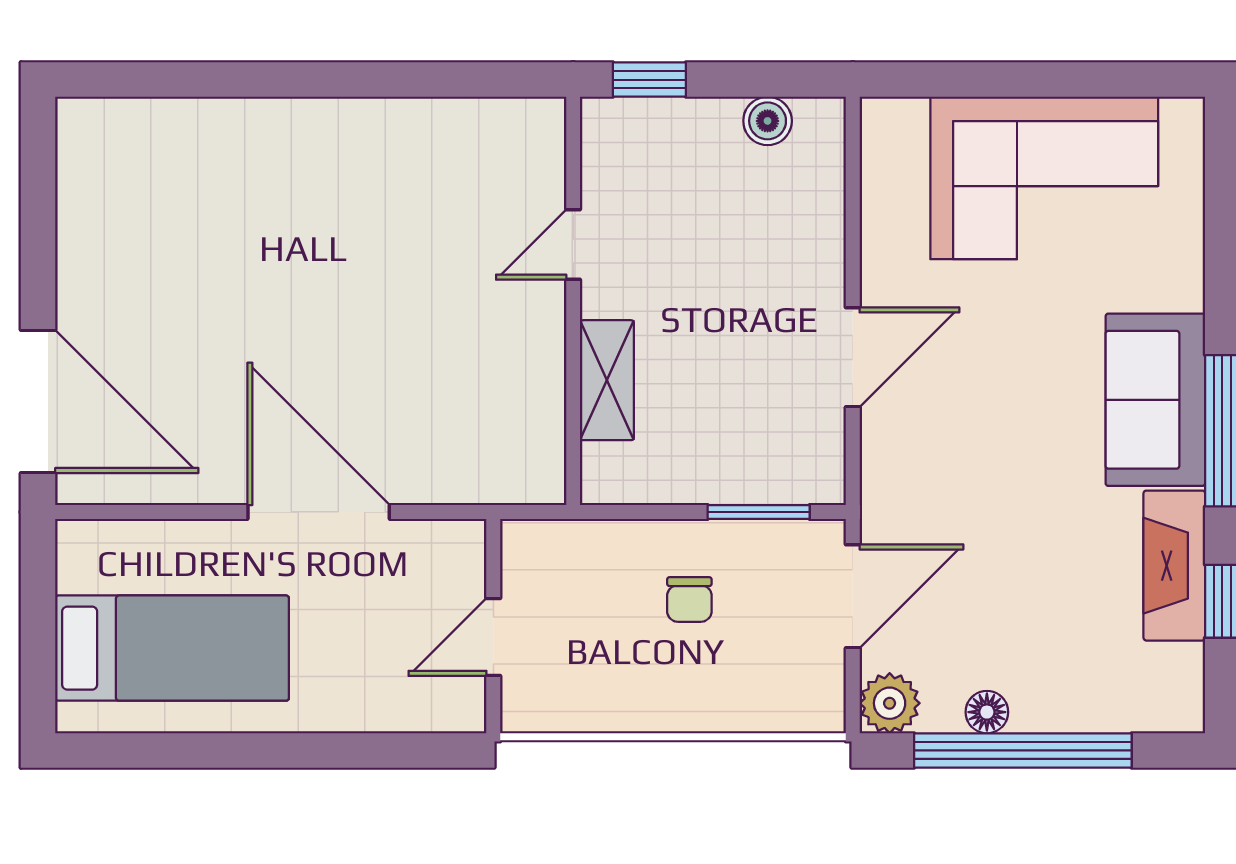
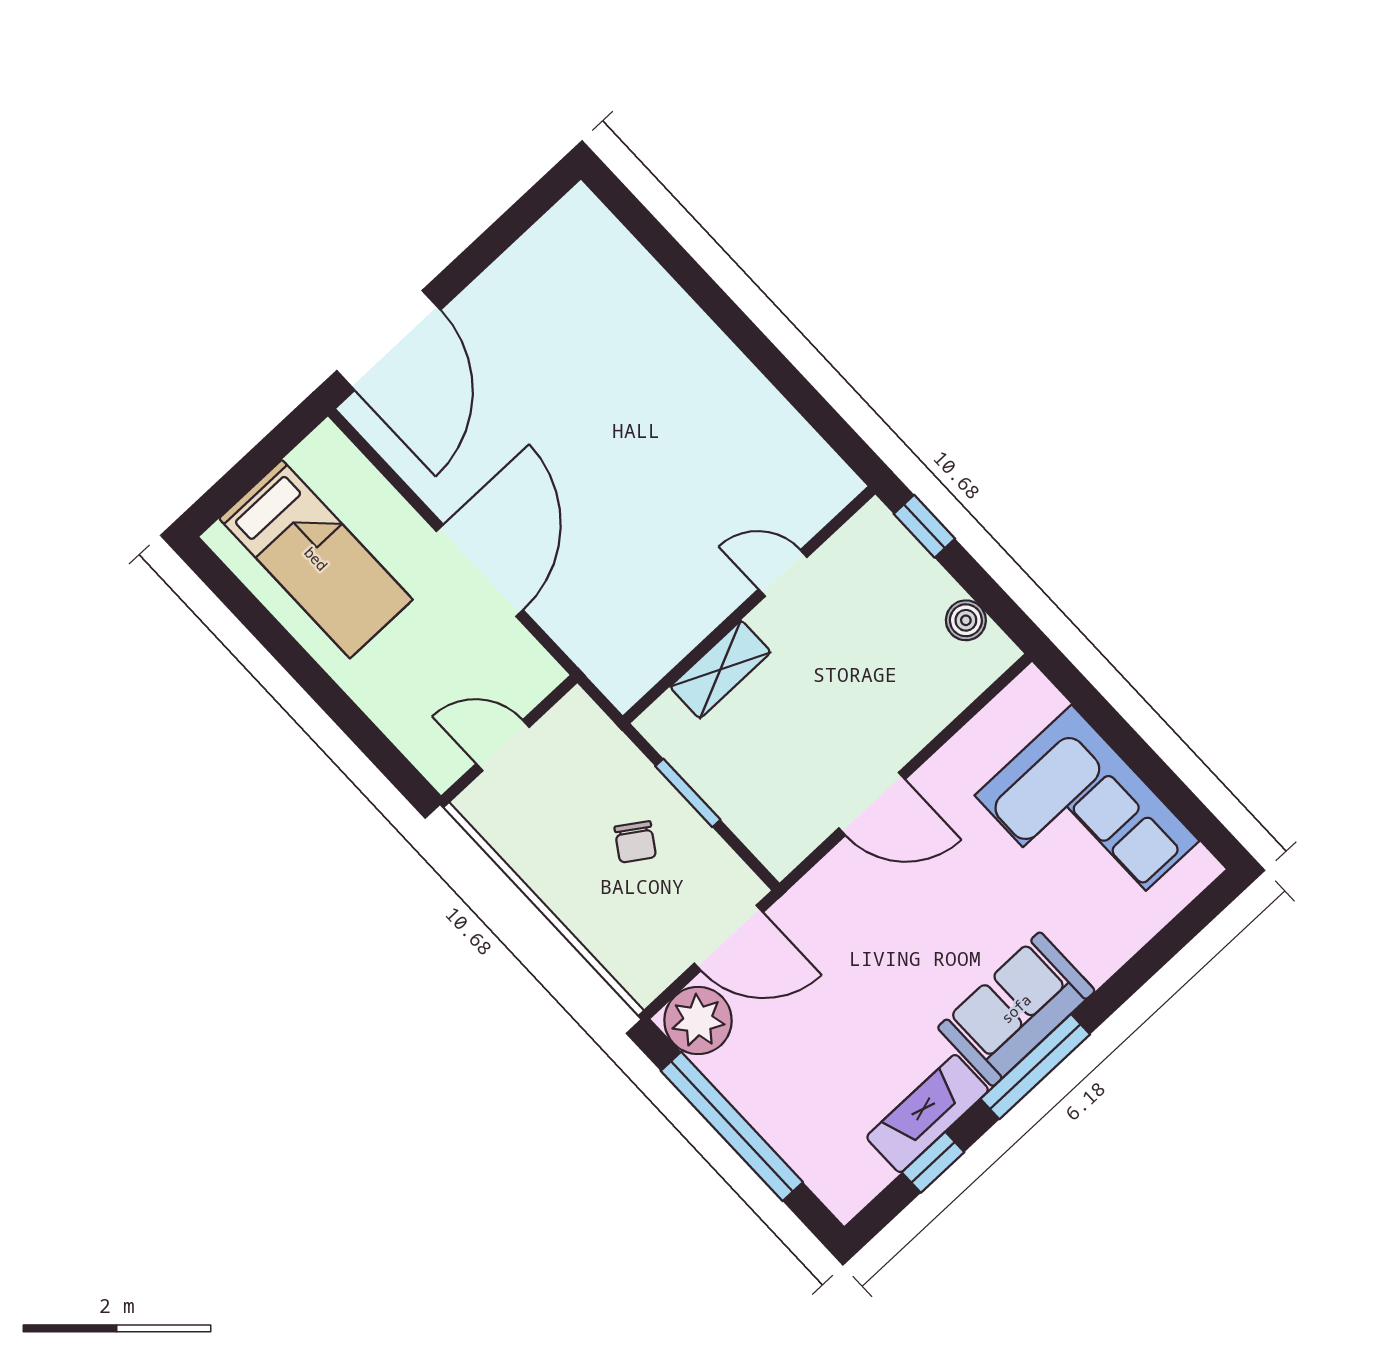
window: (759, 512) -> (688, 793), moved
chair: (689, 600) -> (635, 842), turned -56
plant: (890, 703) -> (698, 1020), width x1.36, depth x1.36
floor lamp: (987, 712) -> (735, 1083), removed

